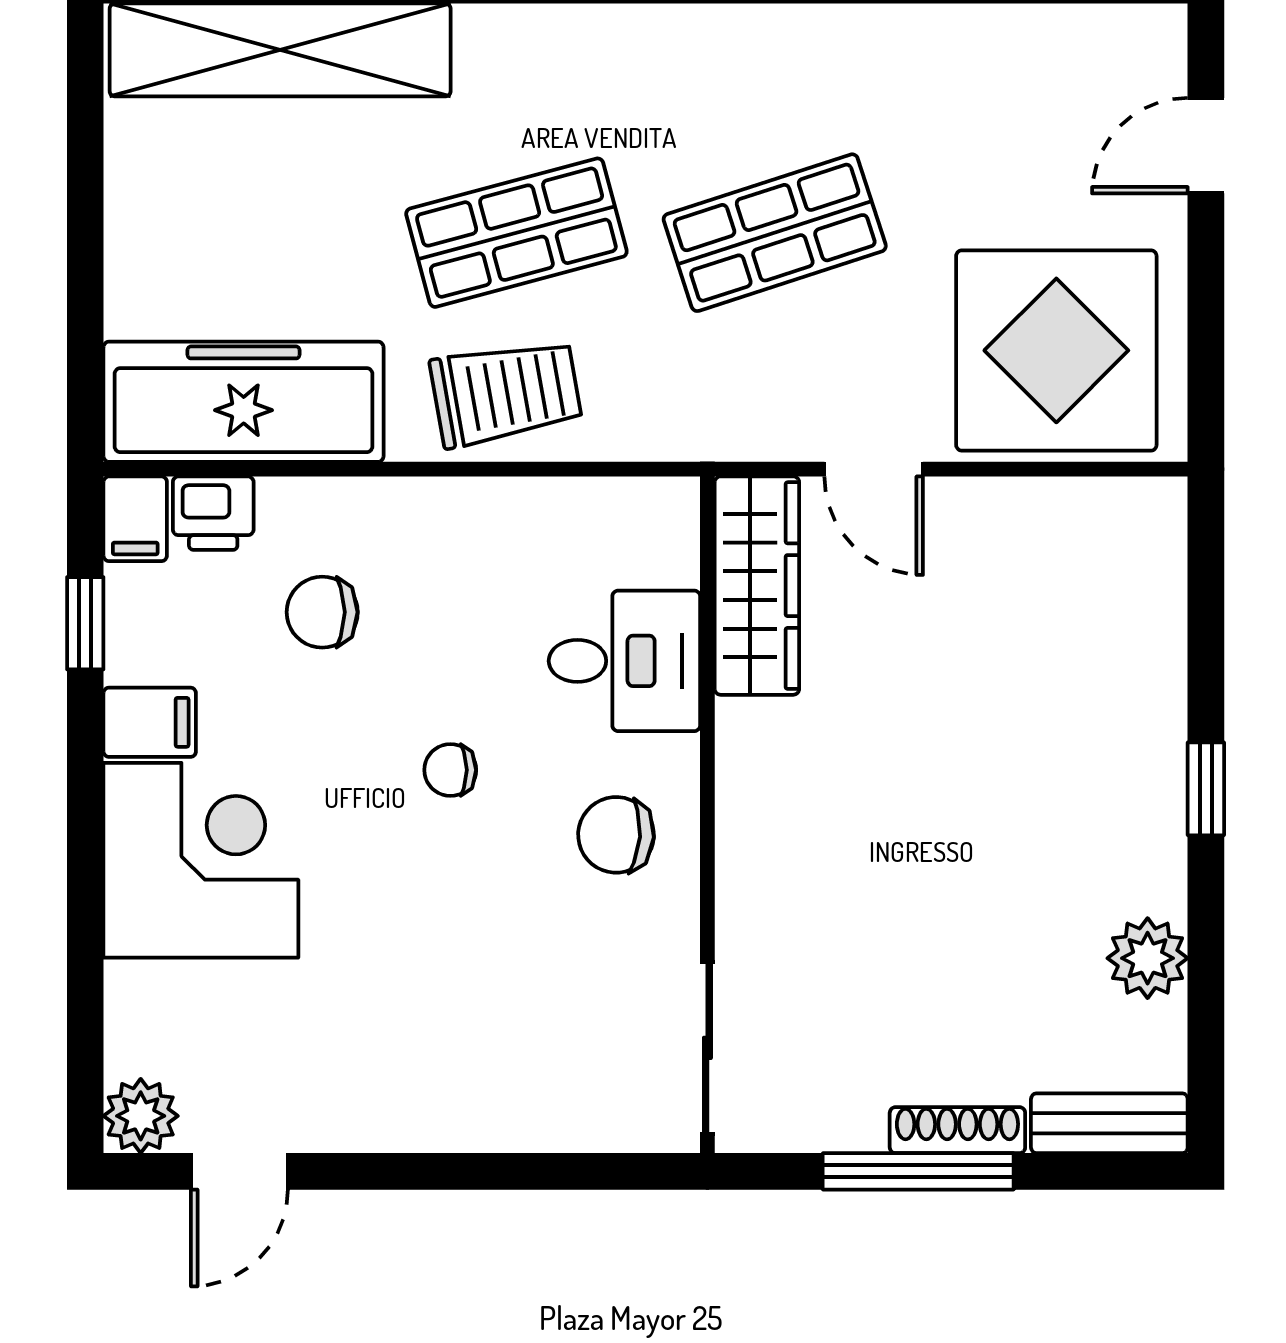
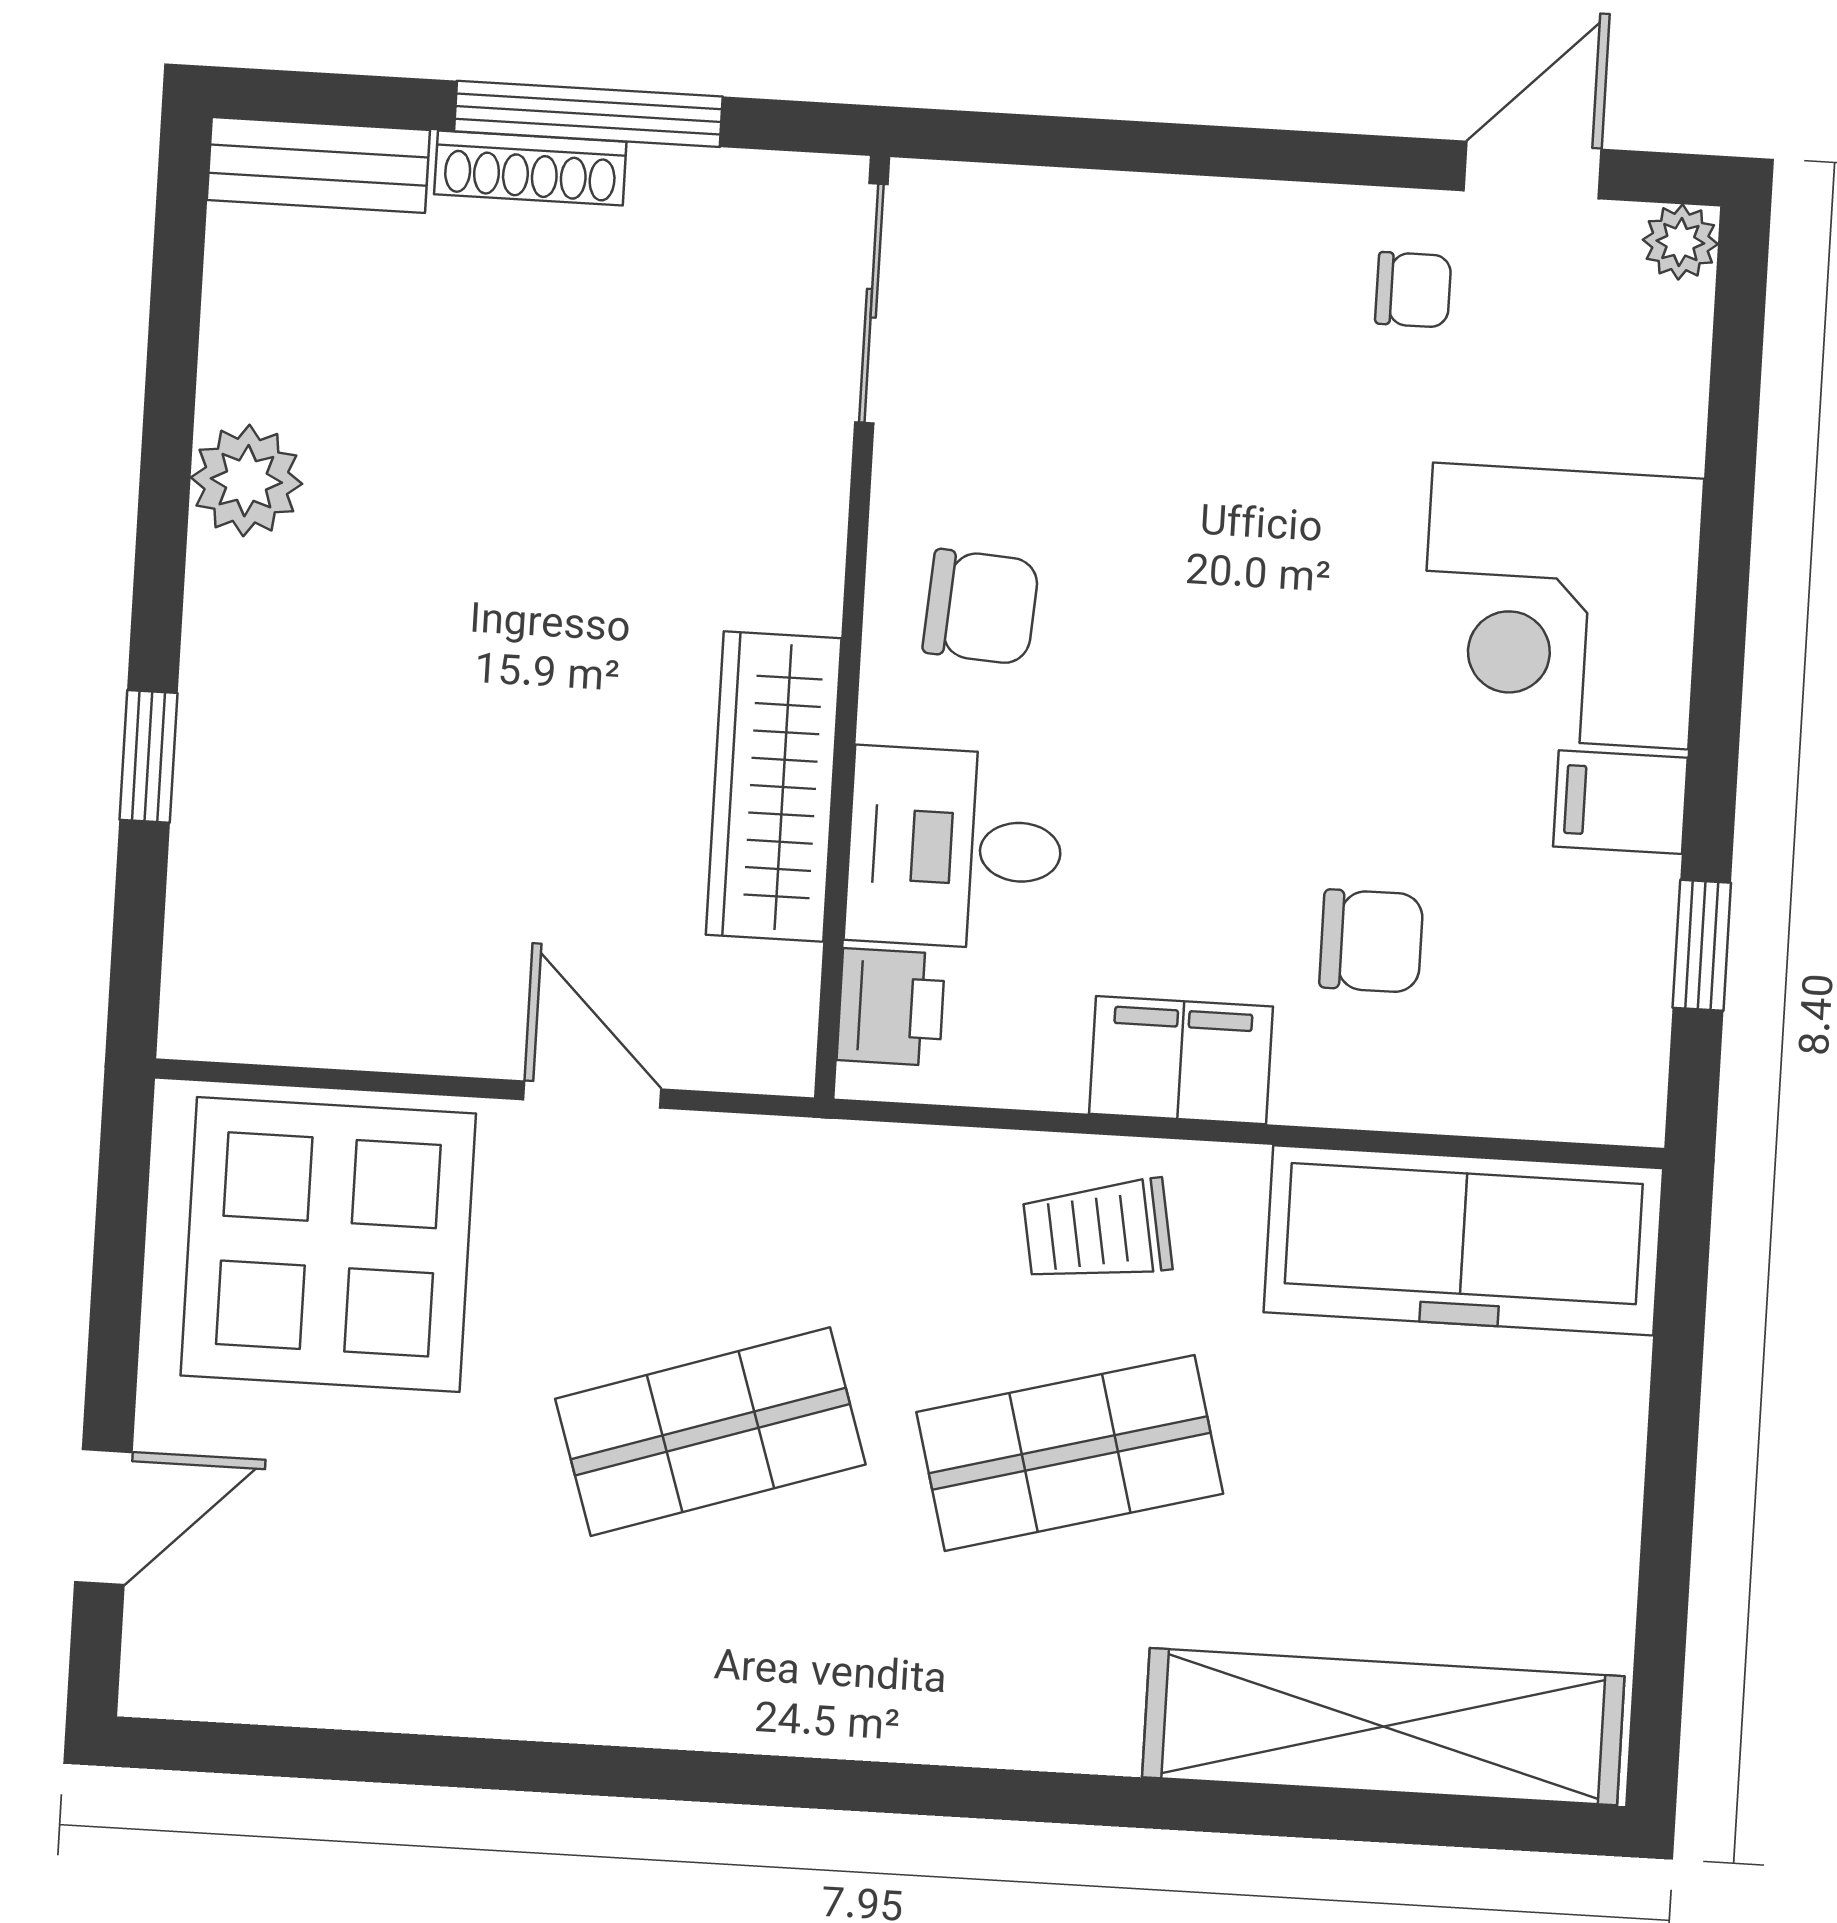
trolley: (506, 393) -> (1097, 1231), width x0.73, depth x0.72
printer: (213, 513) -> (891, 1007), moved, turned 90
filing cabinet: (135, 519) -> (1181, 1060), moved, width x2.00
wardrobe: (757, 586) -> (774, 787), moved
chair: (450, 770) -> (1413, 290), moved
window: (1206, 789) -> (149, 756), moved
plant: (1148, 958) -> (246, 481), moved
plant: (141, 1116) -> (1680, 242), width x0.73, depth x0.73

